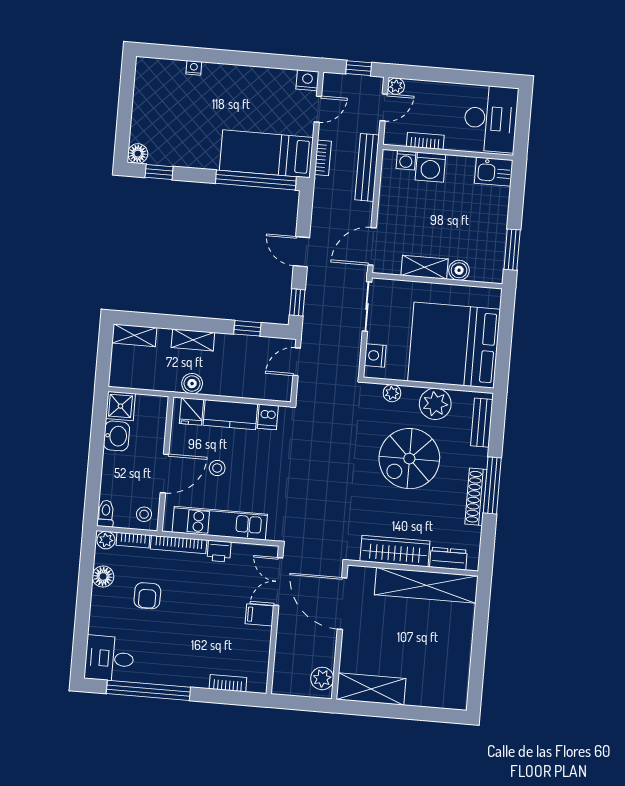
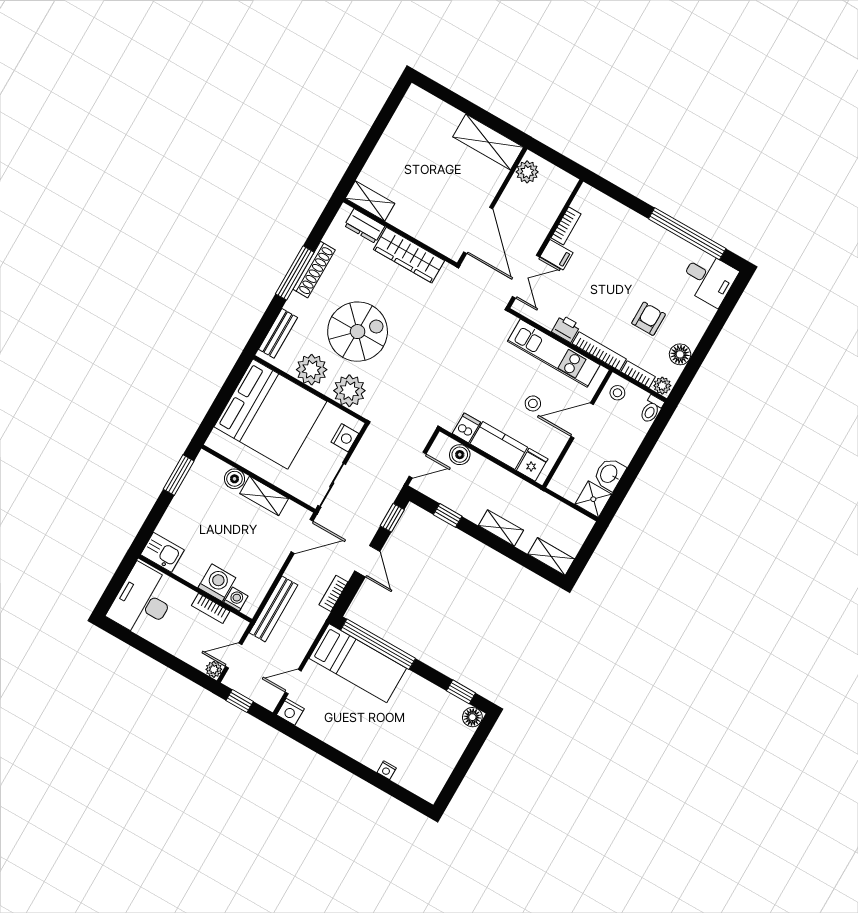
bookcase: (323, 158) -> (333, 593), moved
boiler: (192, 384) -> (460, 455), moved
plant: (392, 393) -> (349, 391), width x1.88, depth x1.88
shelving: (426, 585) -> (370, 201), width x0.45, depth x0.75
bookcase: (228, 683) -> (566, 226), moved, turned -90

